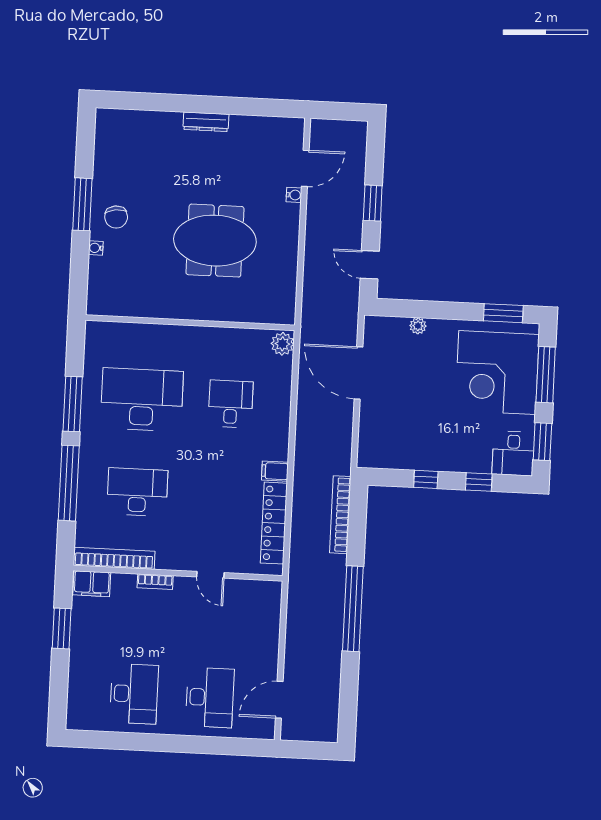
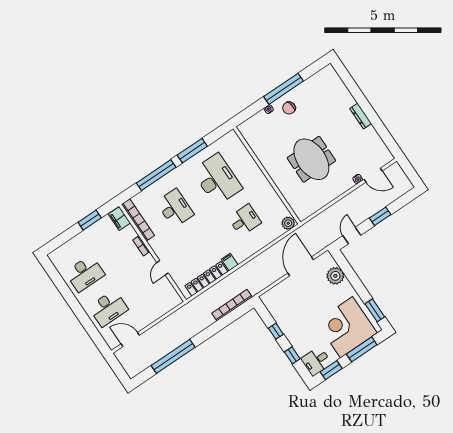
window: (82, 204) -> (284, 89), width x1.46
plant: (418, 326) -> (335, 276), width x1.88, depth x1.88
window: (353, 609) -> (173, 356), moved

